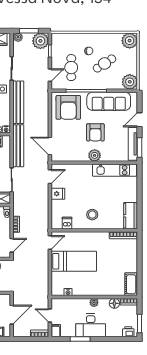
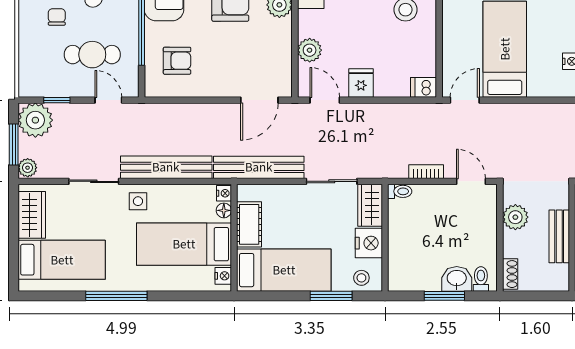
armchair: (68, 107) -> (177, 61), width x0.53, depth x0.53
plant: (73, 170) -> (310, 50), added
dishwasher: (67, 223) -> (424, 87), moved
door: (50, 242) -> (465, 100), hinge flipped

